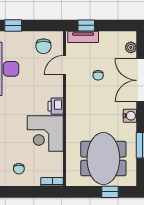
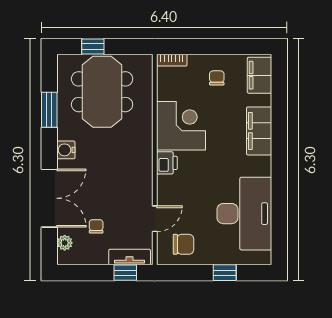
chair: (43, 46) -> (183, 244), turned 90
chair: (98, 75) -> (96, 226), moved

